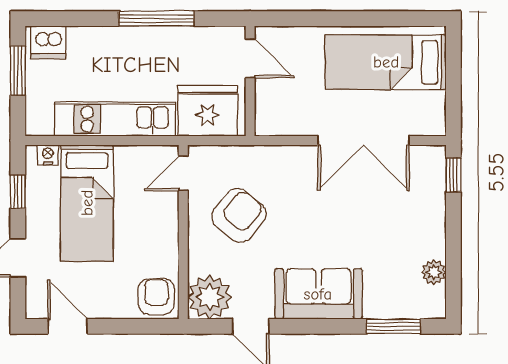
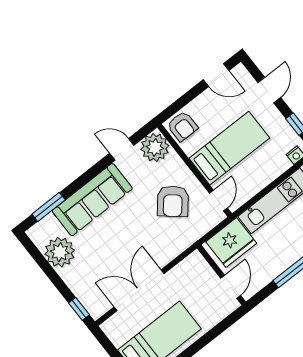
door: (250, 58) -> (231, 287), swing flipped
bed: (87, 203) -> (229, 148), moved, turned 90
plant: (434, 272) -> (60, 252), width x1.87, depth x1.87
sofa: (318, 294) -> (92, 200), width x1.36

